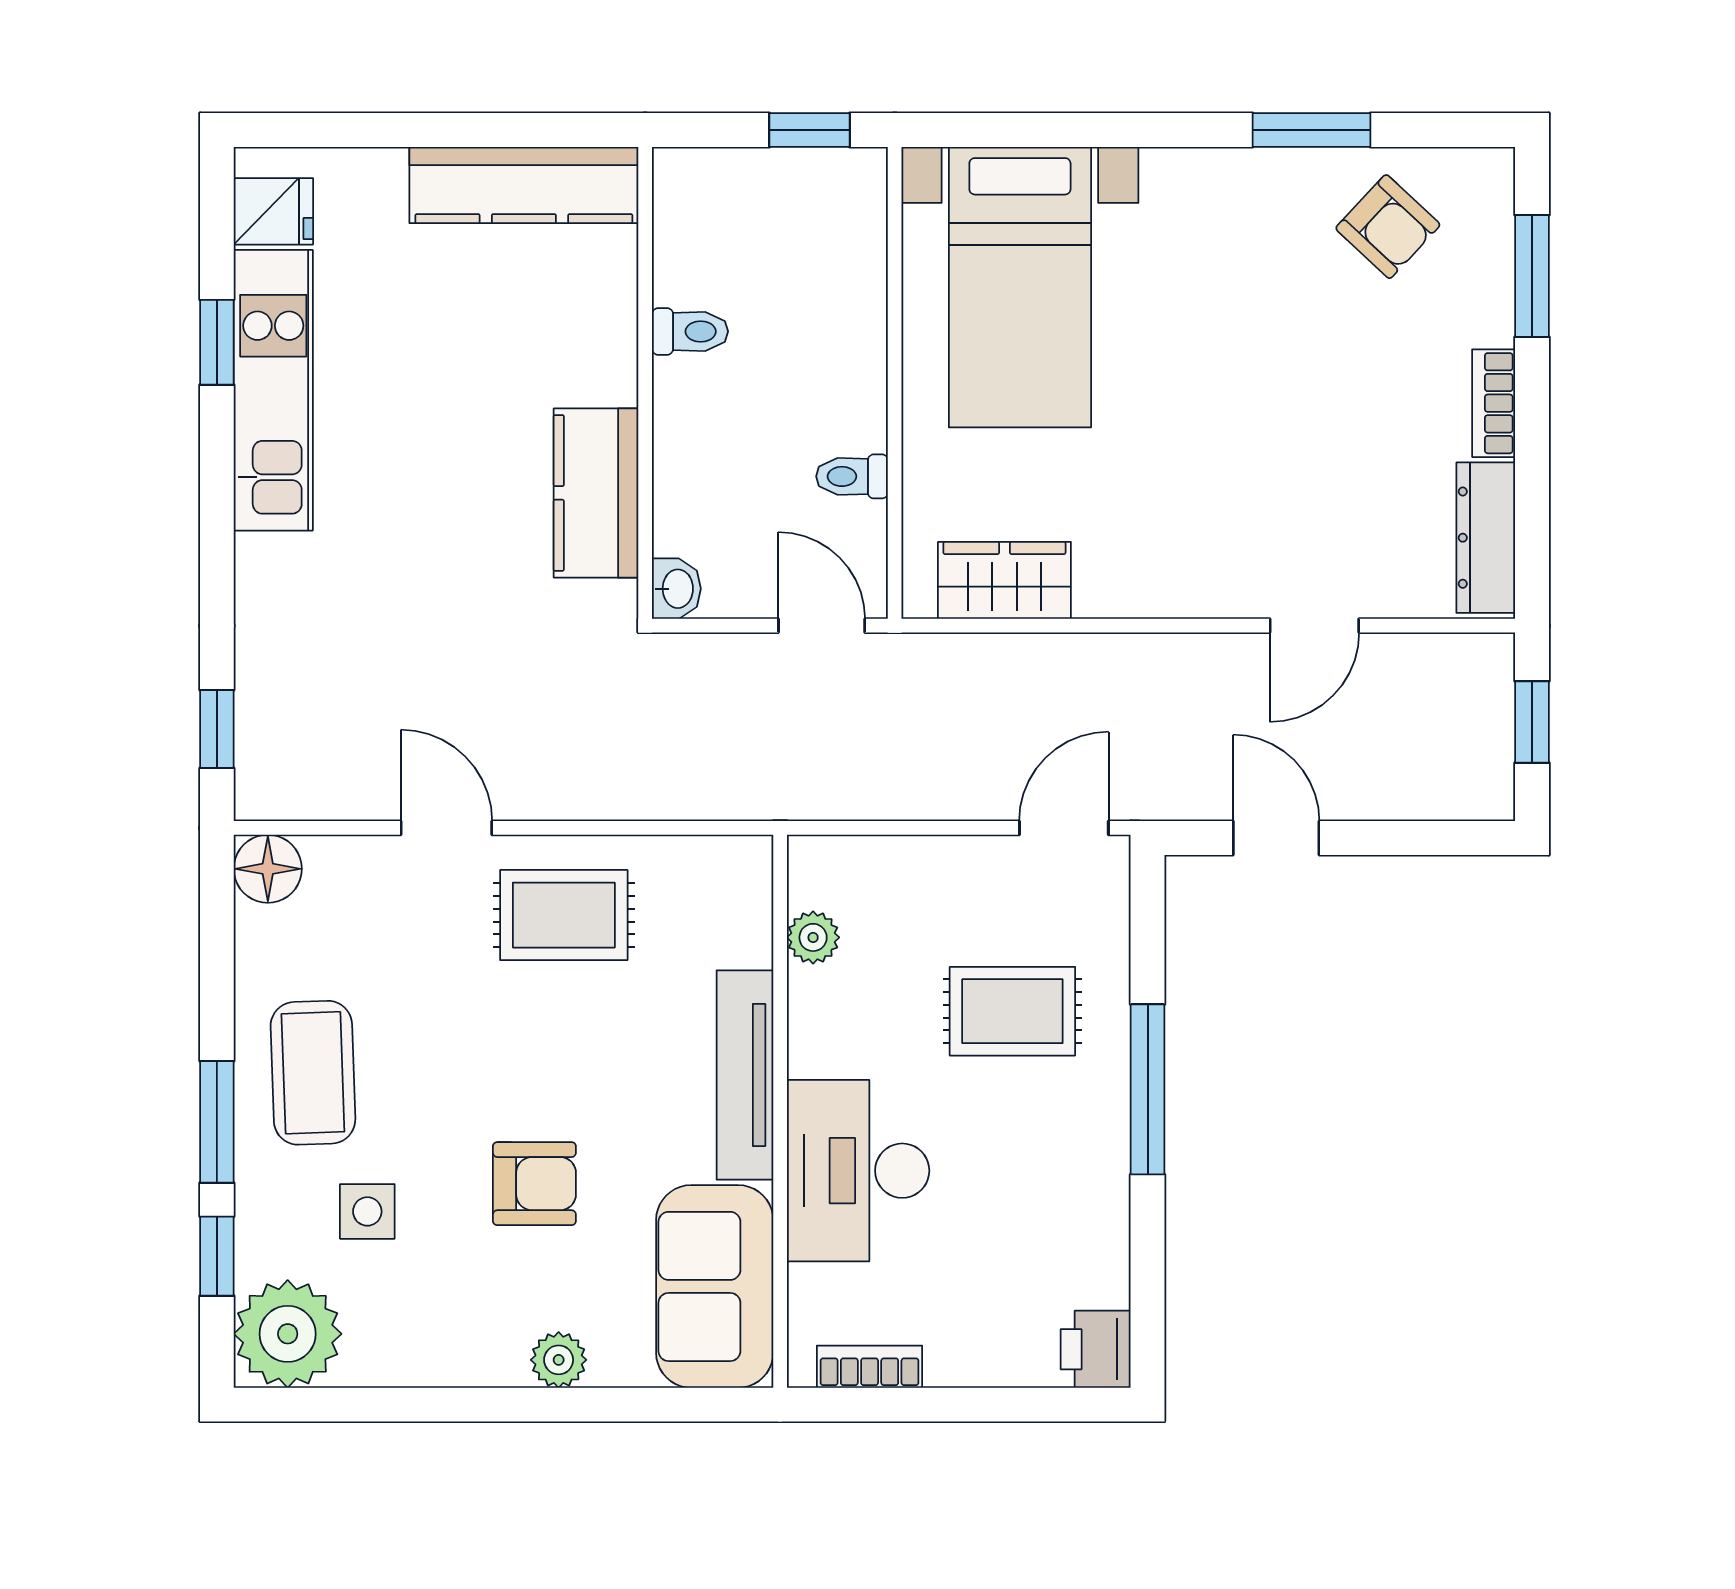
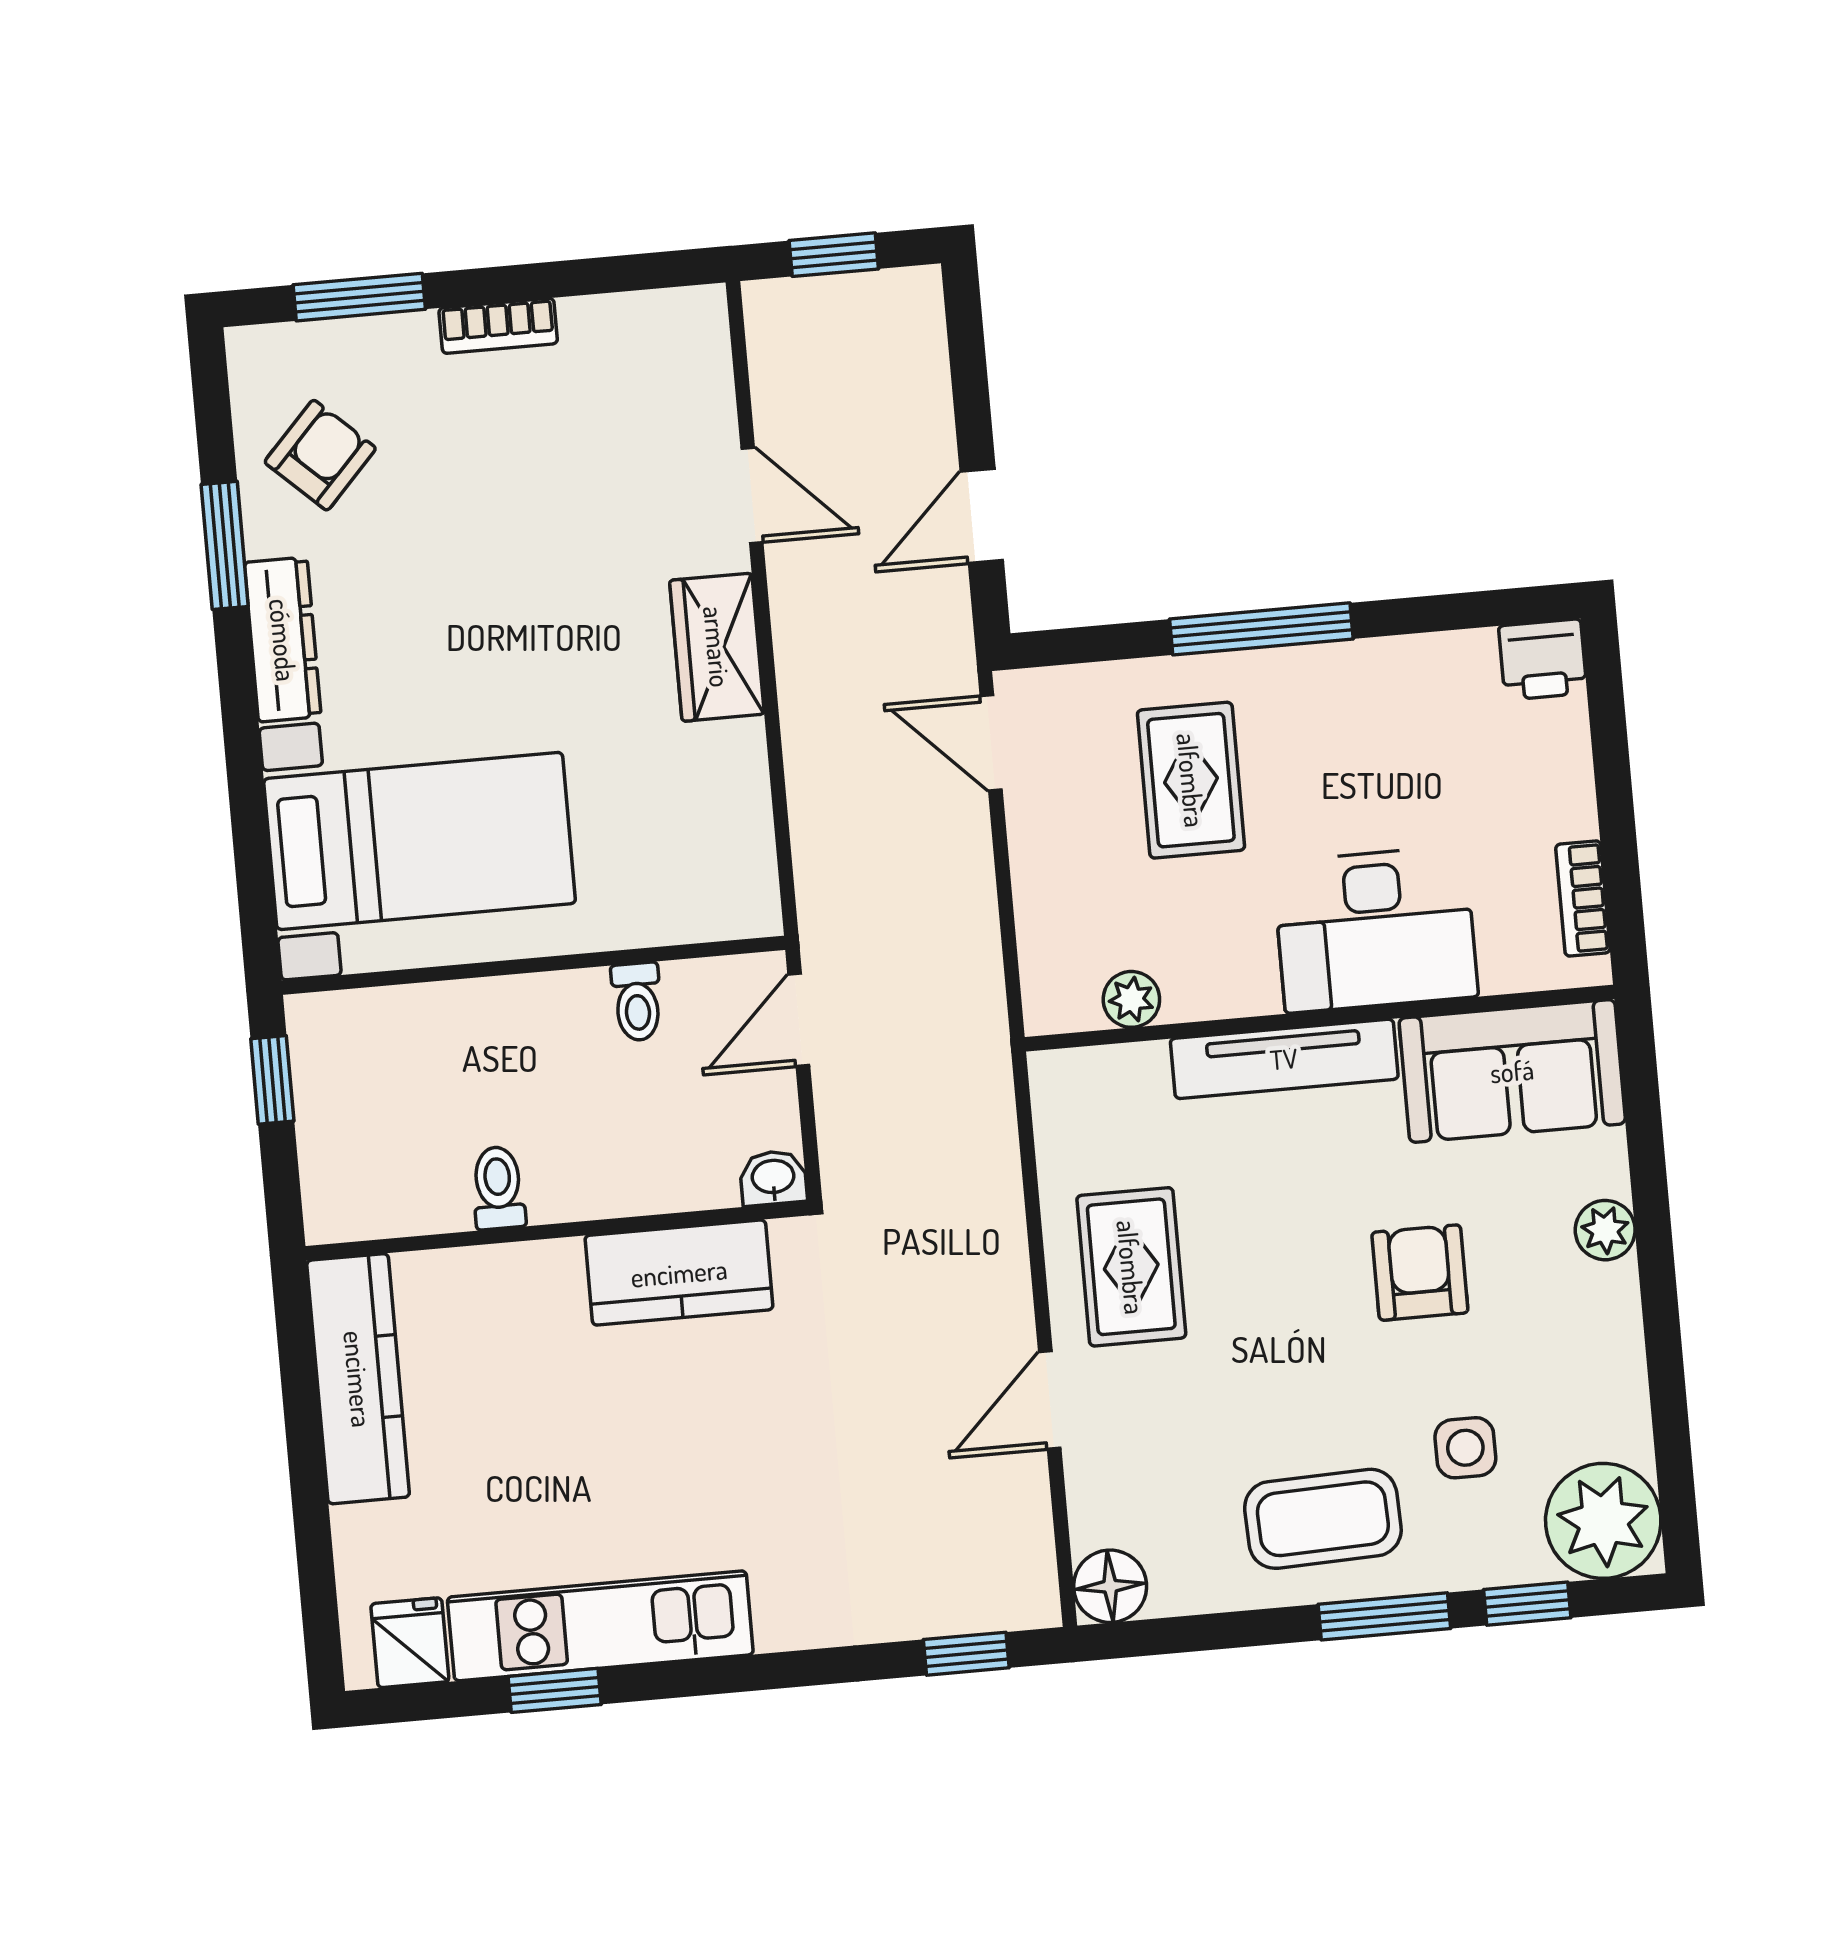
dresser: (1486, 538) -> (283, 640), moved, turned -90
wardrobe: (1004, 580) -> (717, 647), moved

